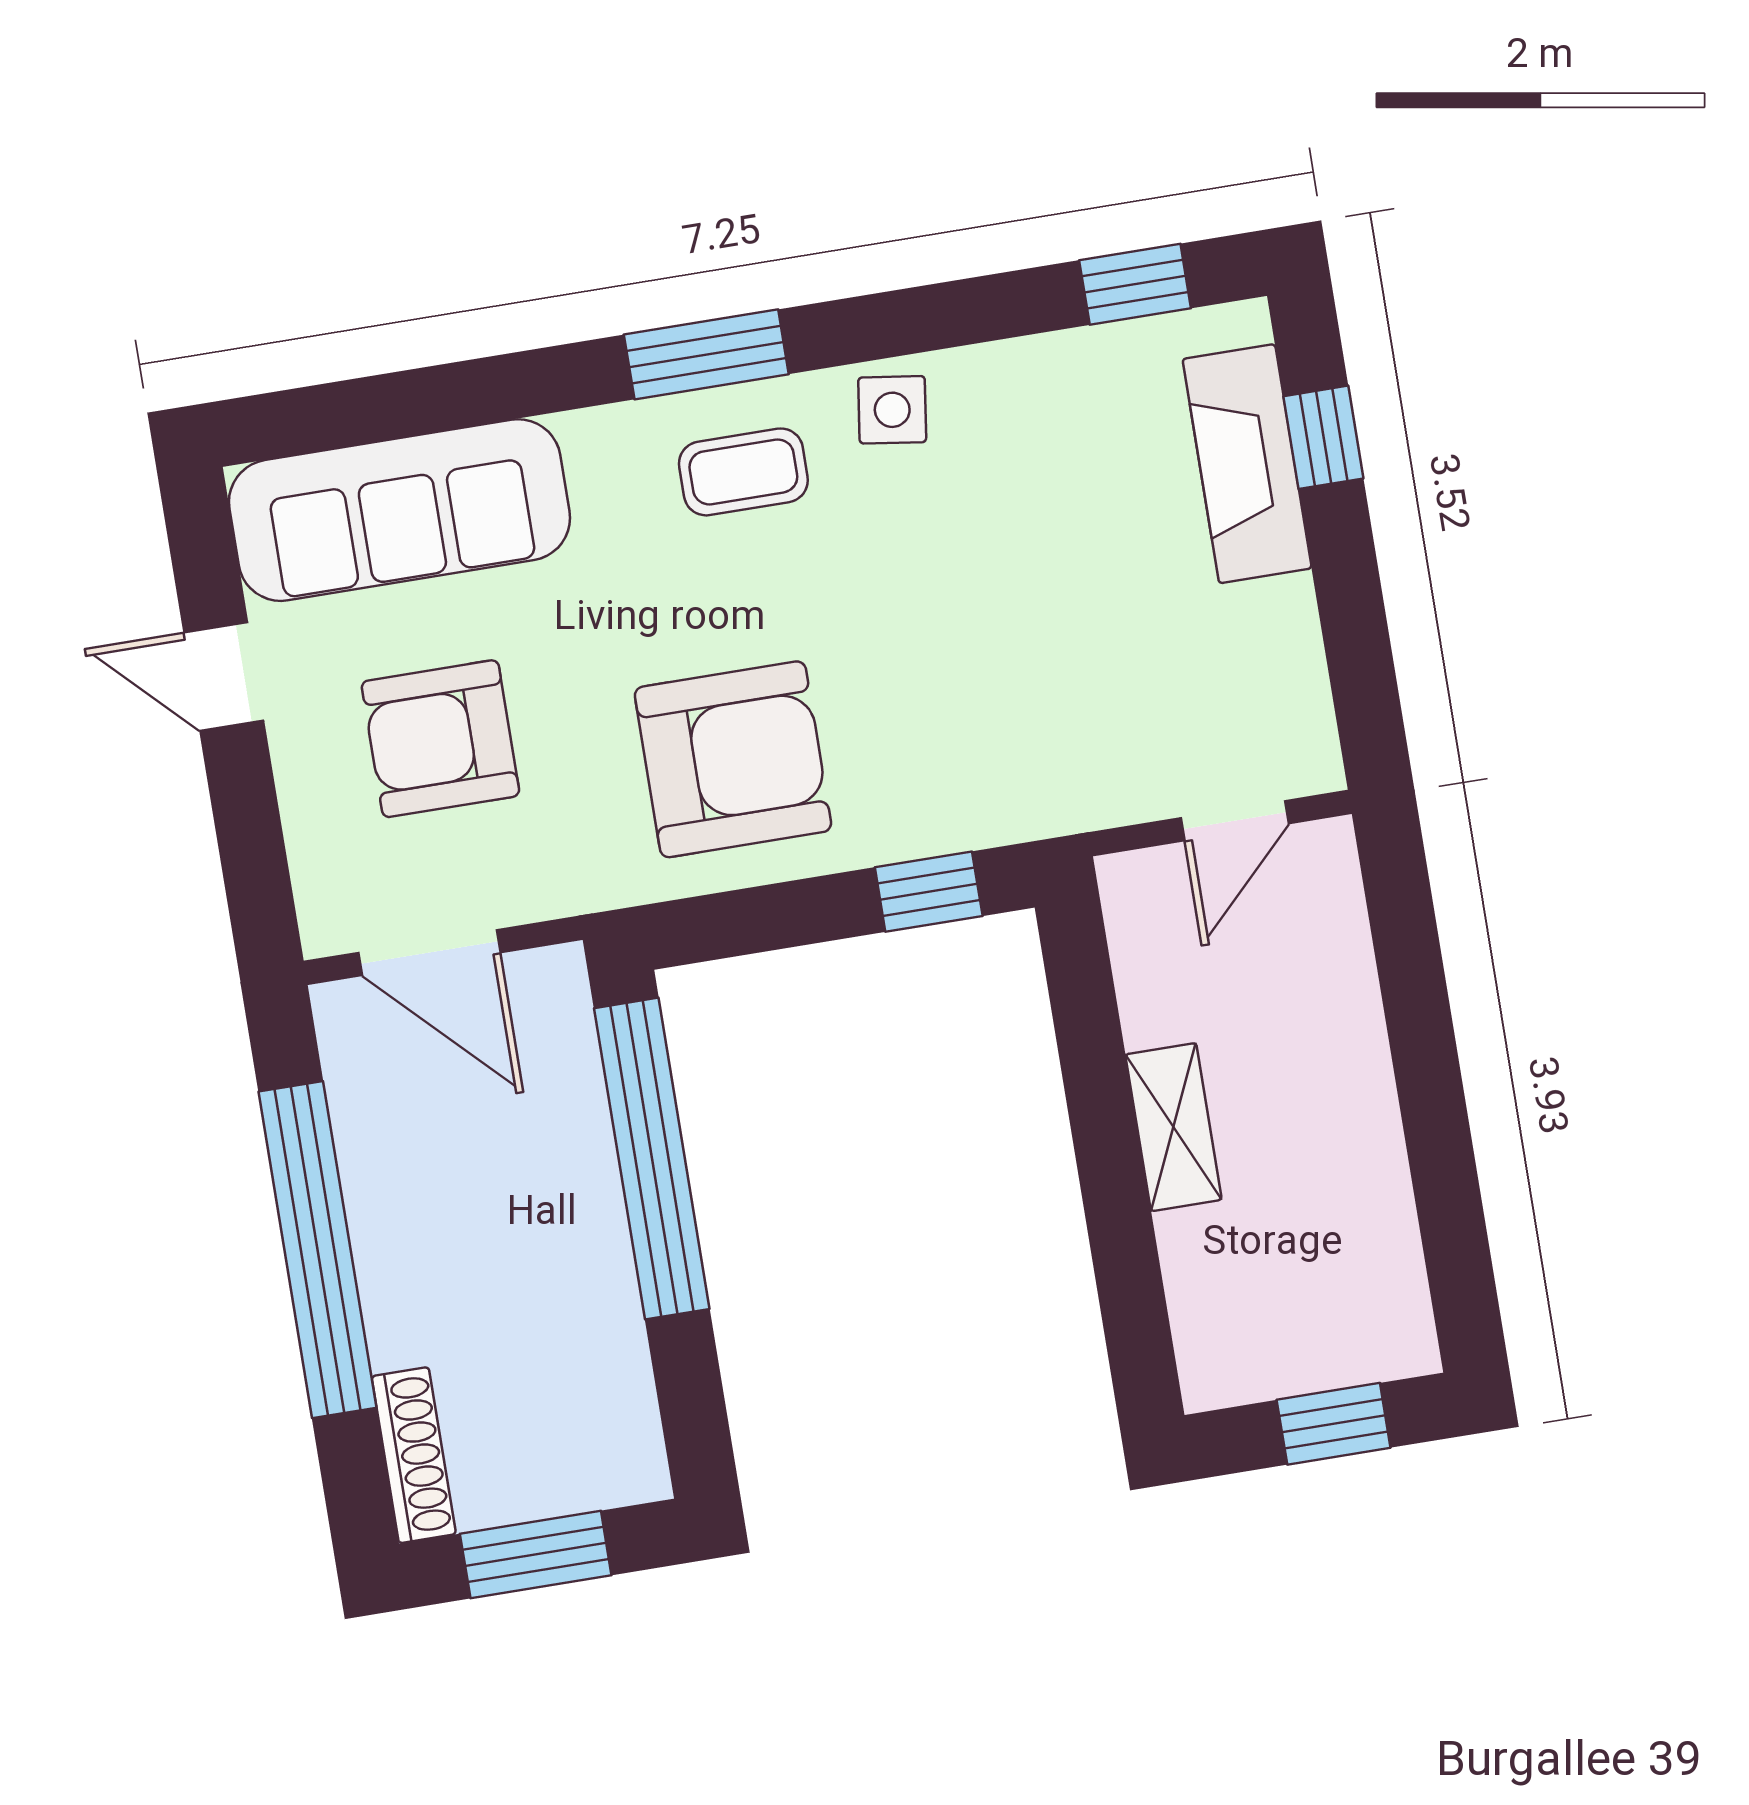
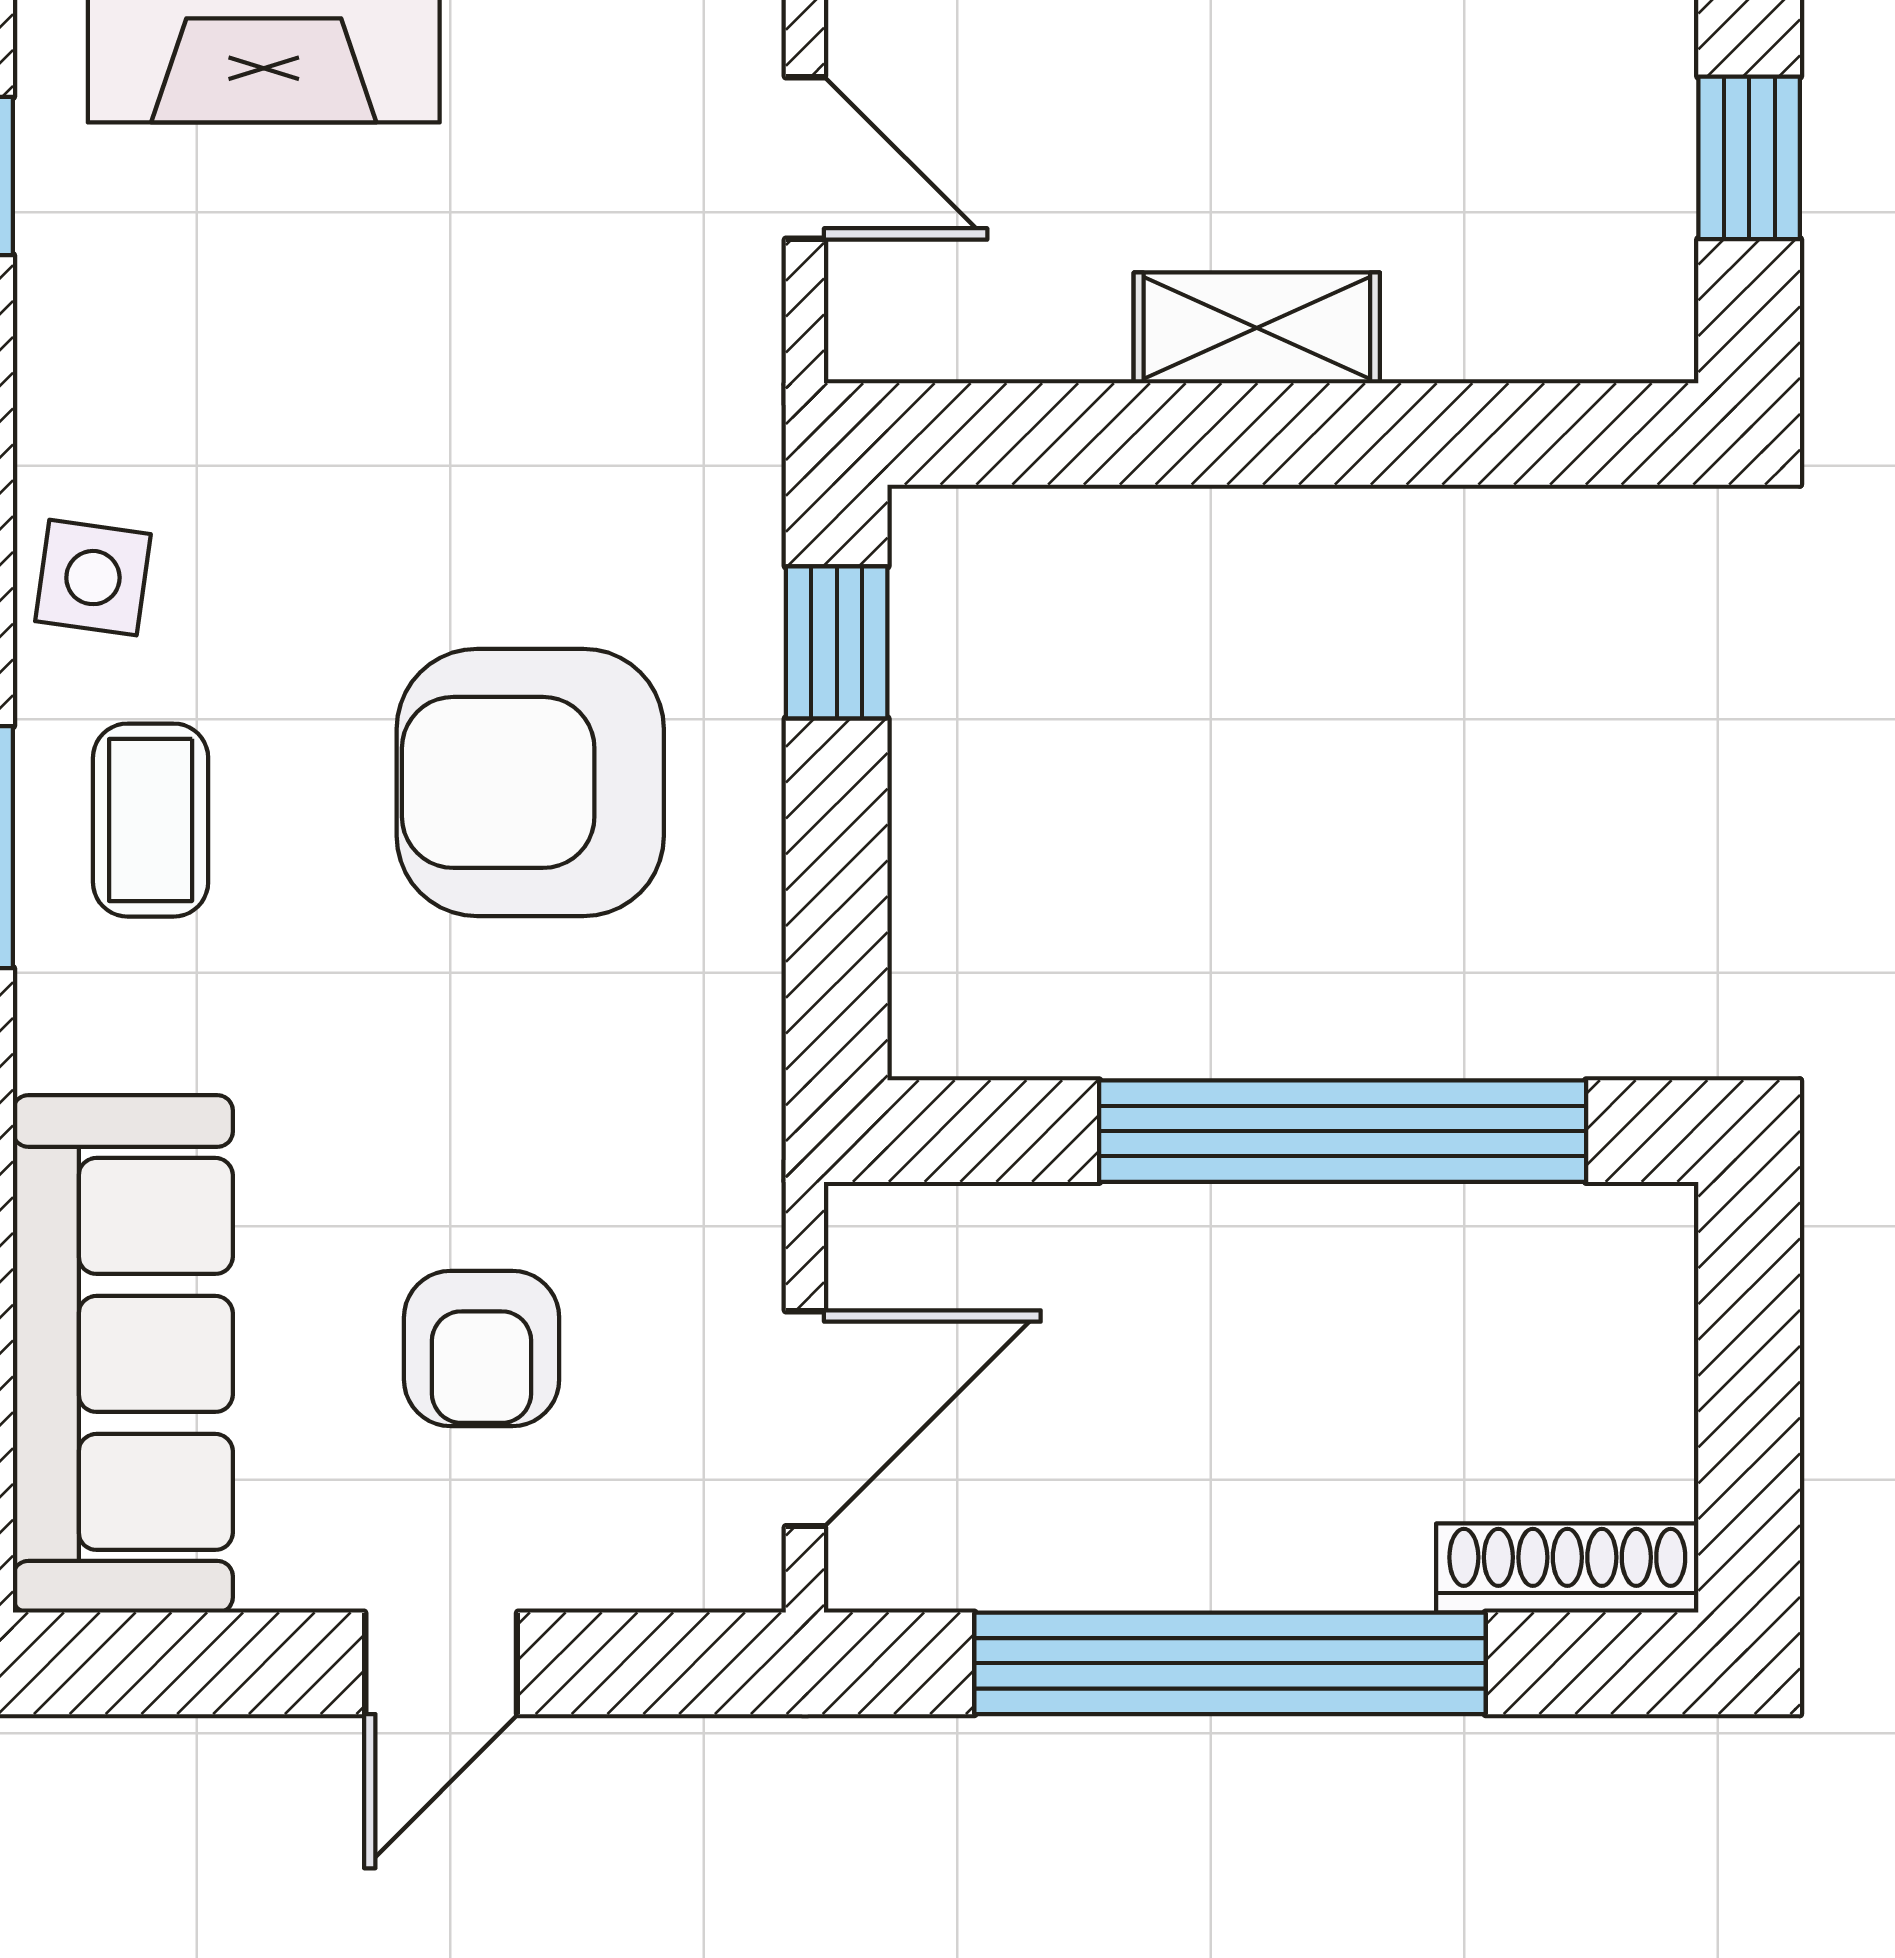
door: (224, 677) -> (441, 1663), moved
armchair: (440, 739) -> (482, 1349), width x0.72, depth x0.72
armchair: (733, 759) -> (530, 782), moved, turned -90
window: (652, 1159) -> (1343, 1131), moved
window: (536, 1555) -> (1749, 1407), removed

